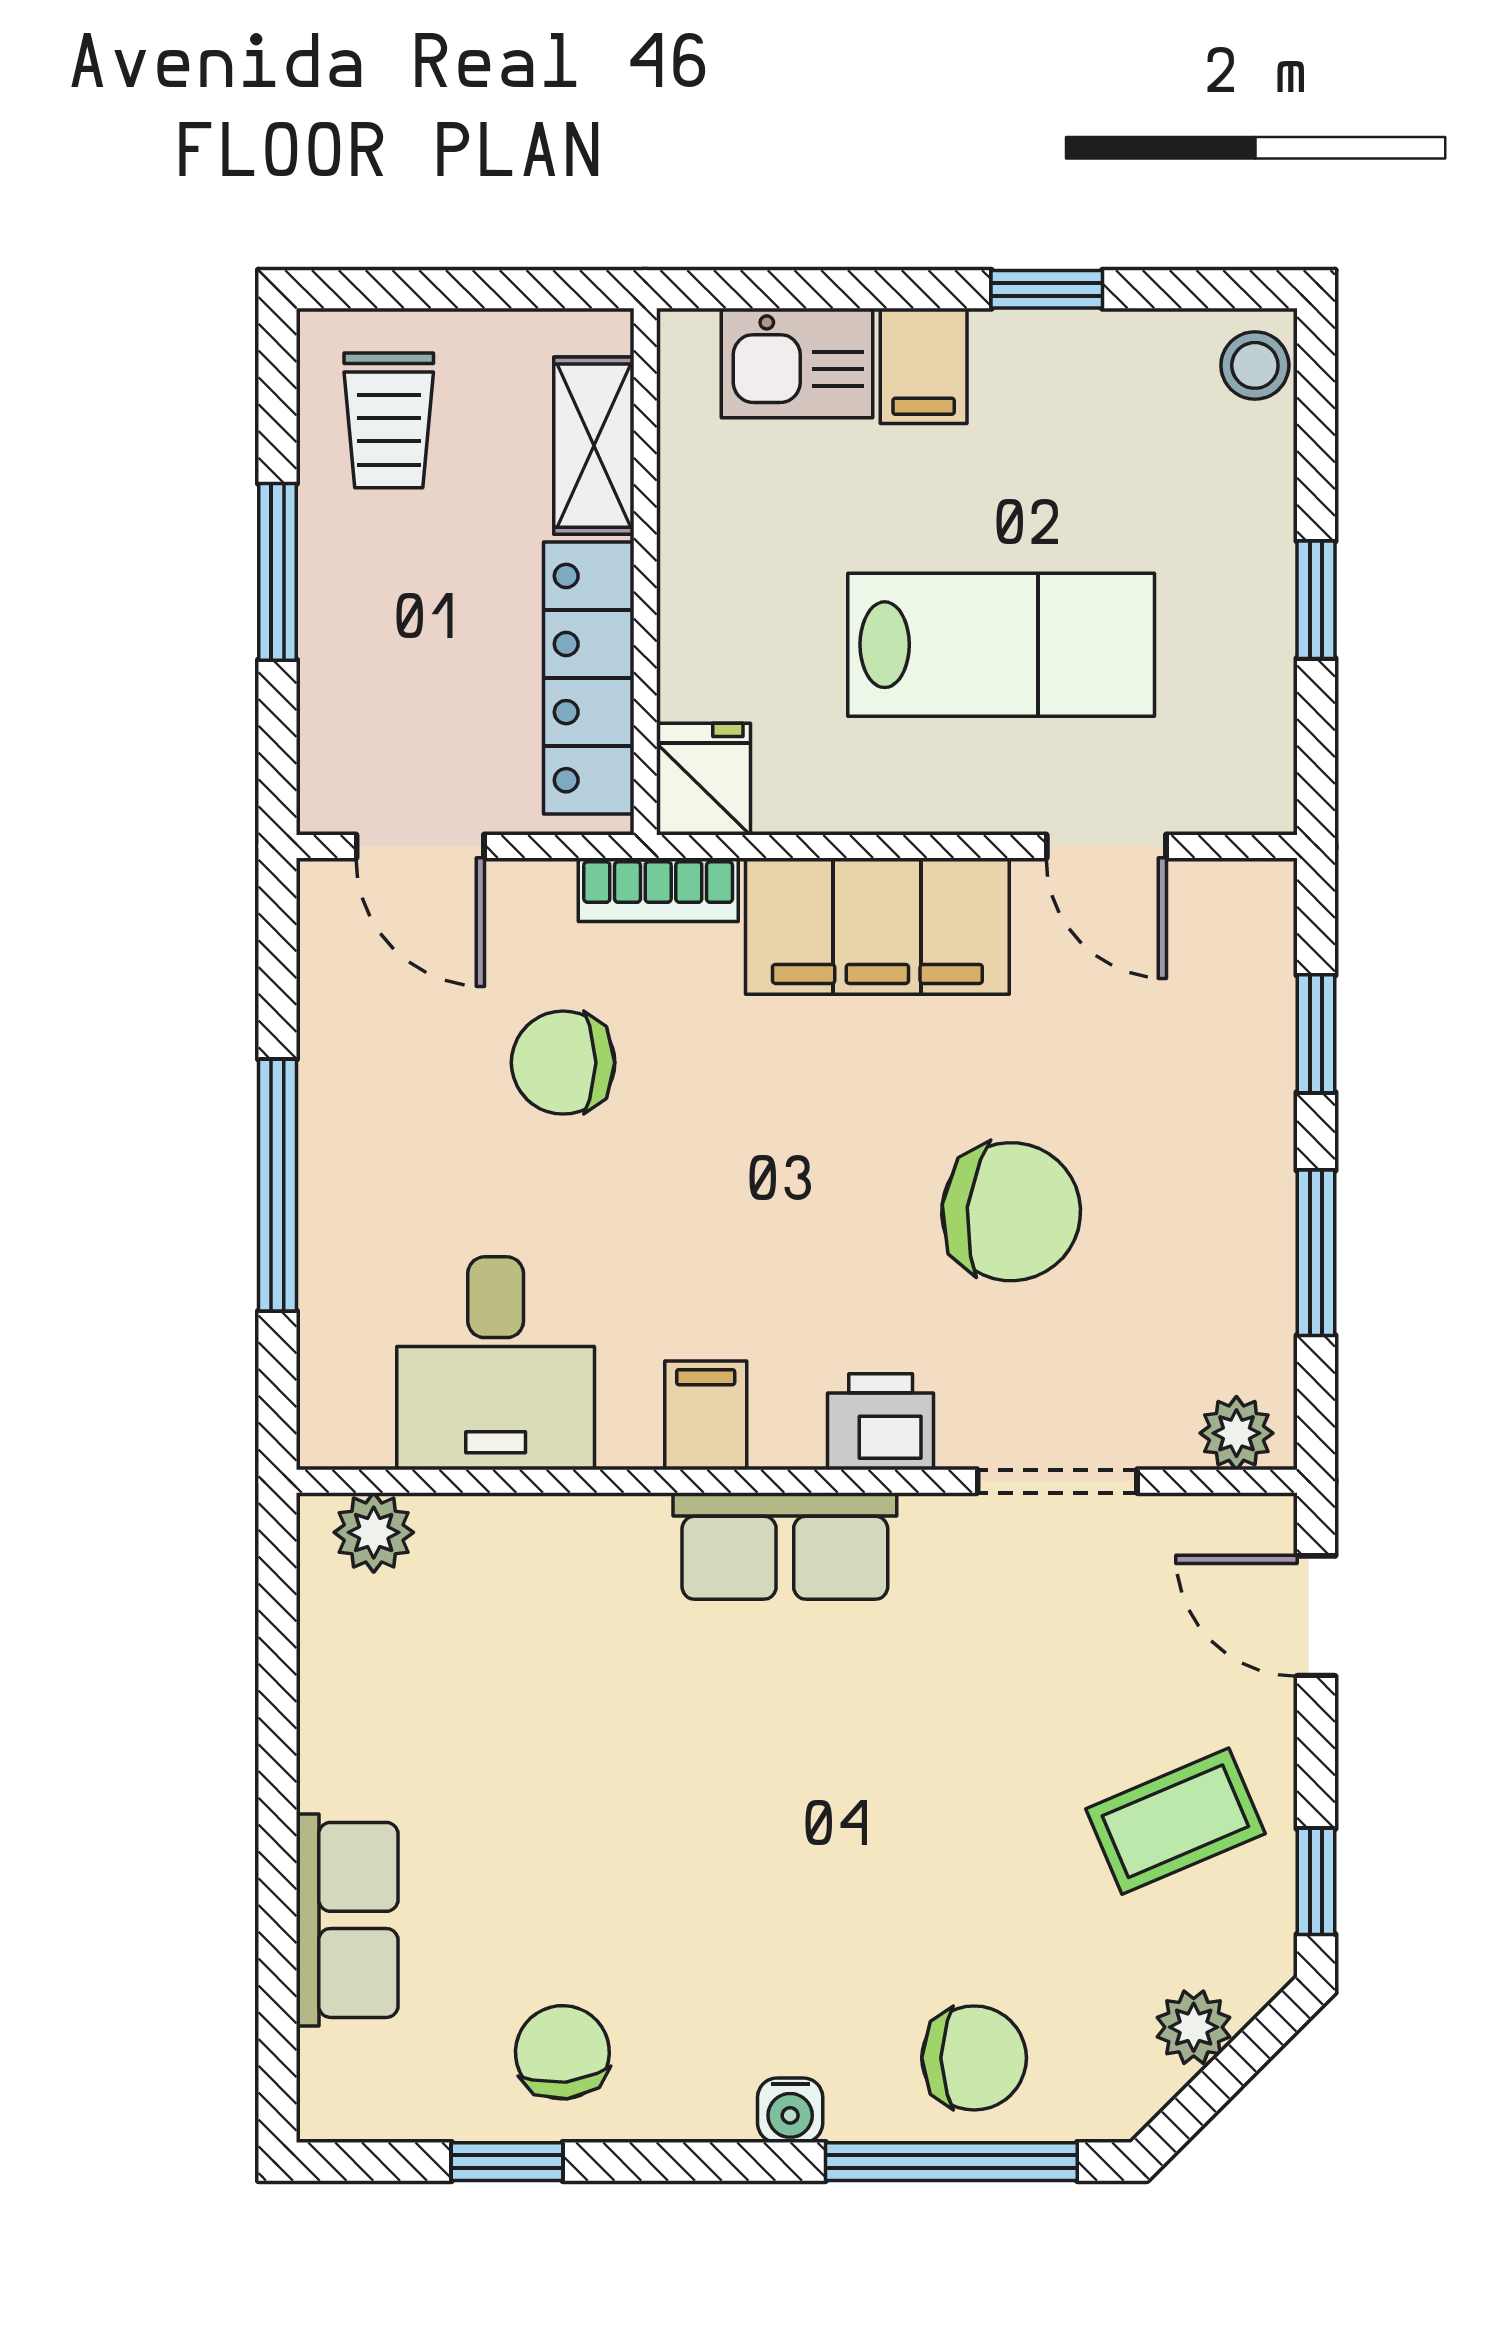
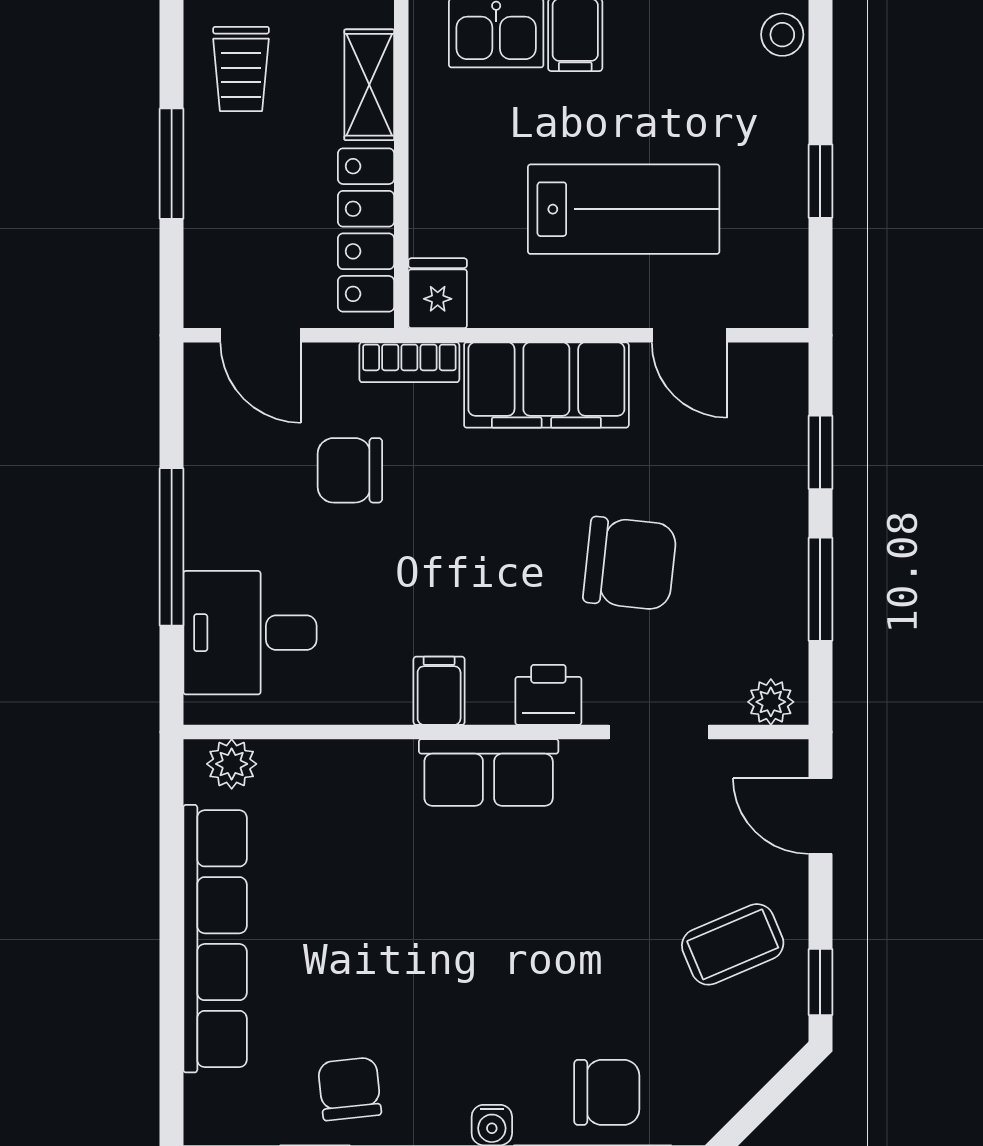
desk: (496, 1363) -> (250, 633), moved, turned 90
row of seats: (347, 1920) -> (215, 939), width x2.02
plant: (1194, 2027) -> (744, 1073), removed

